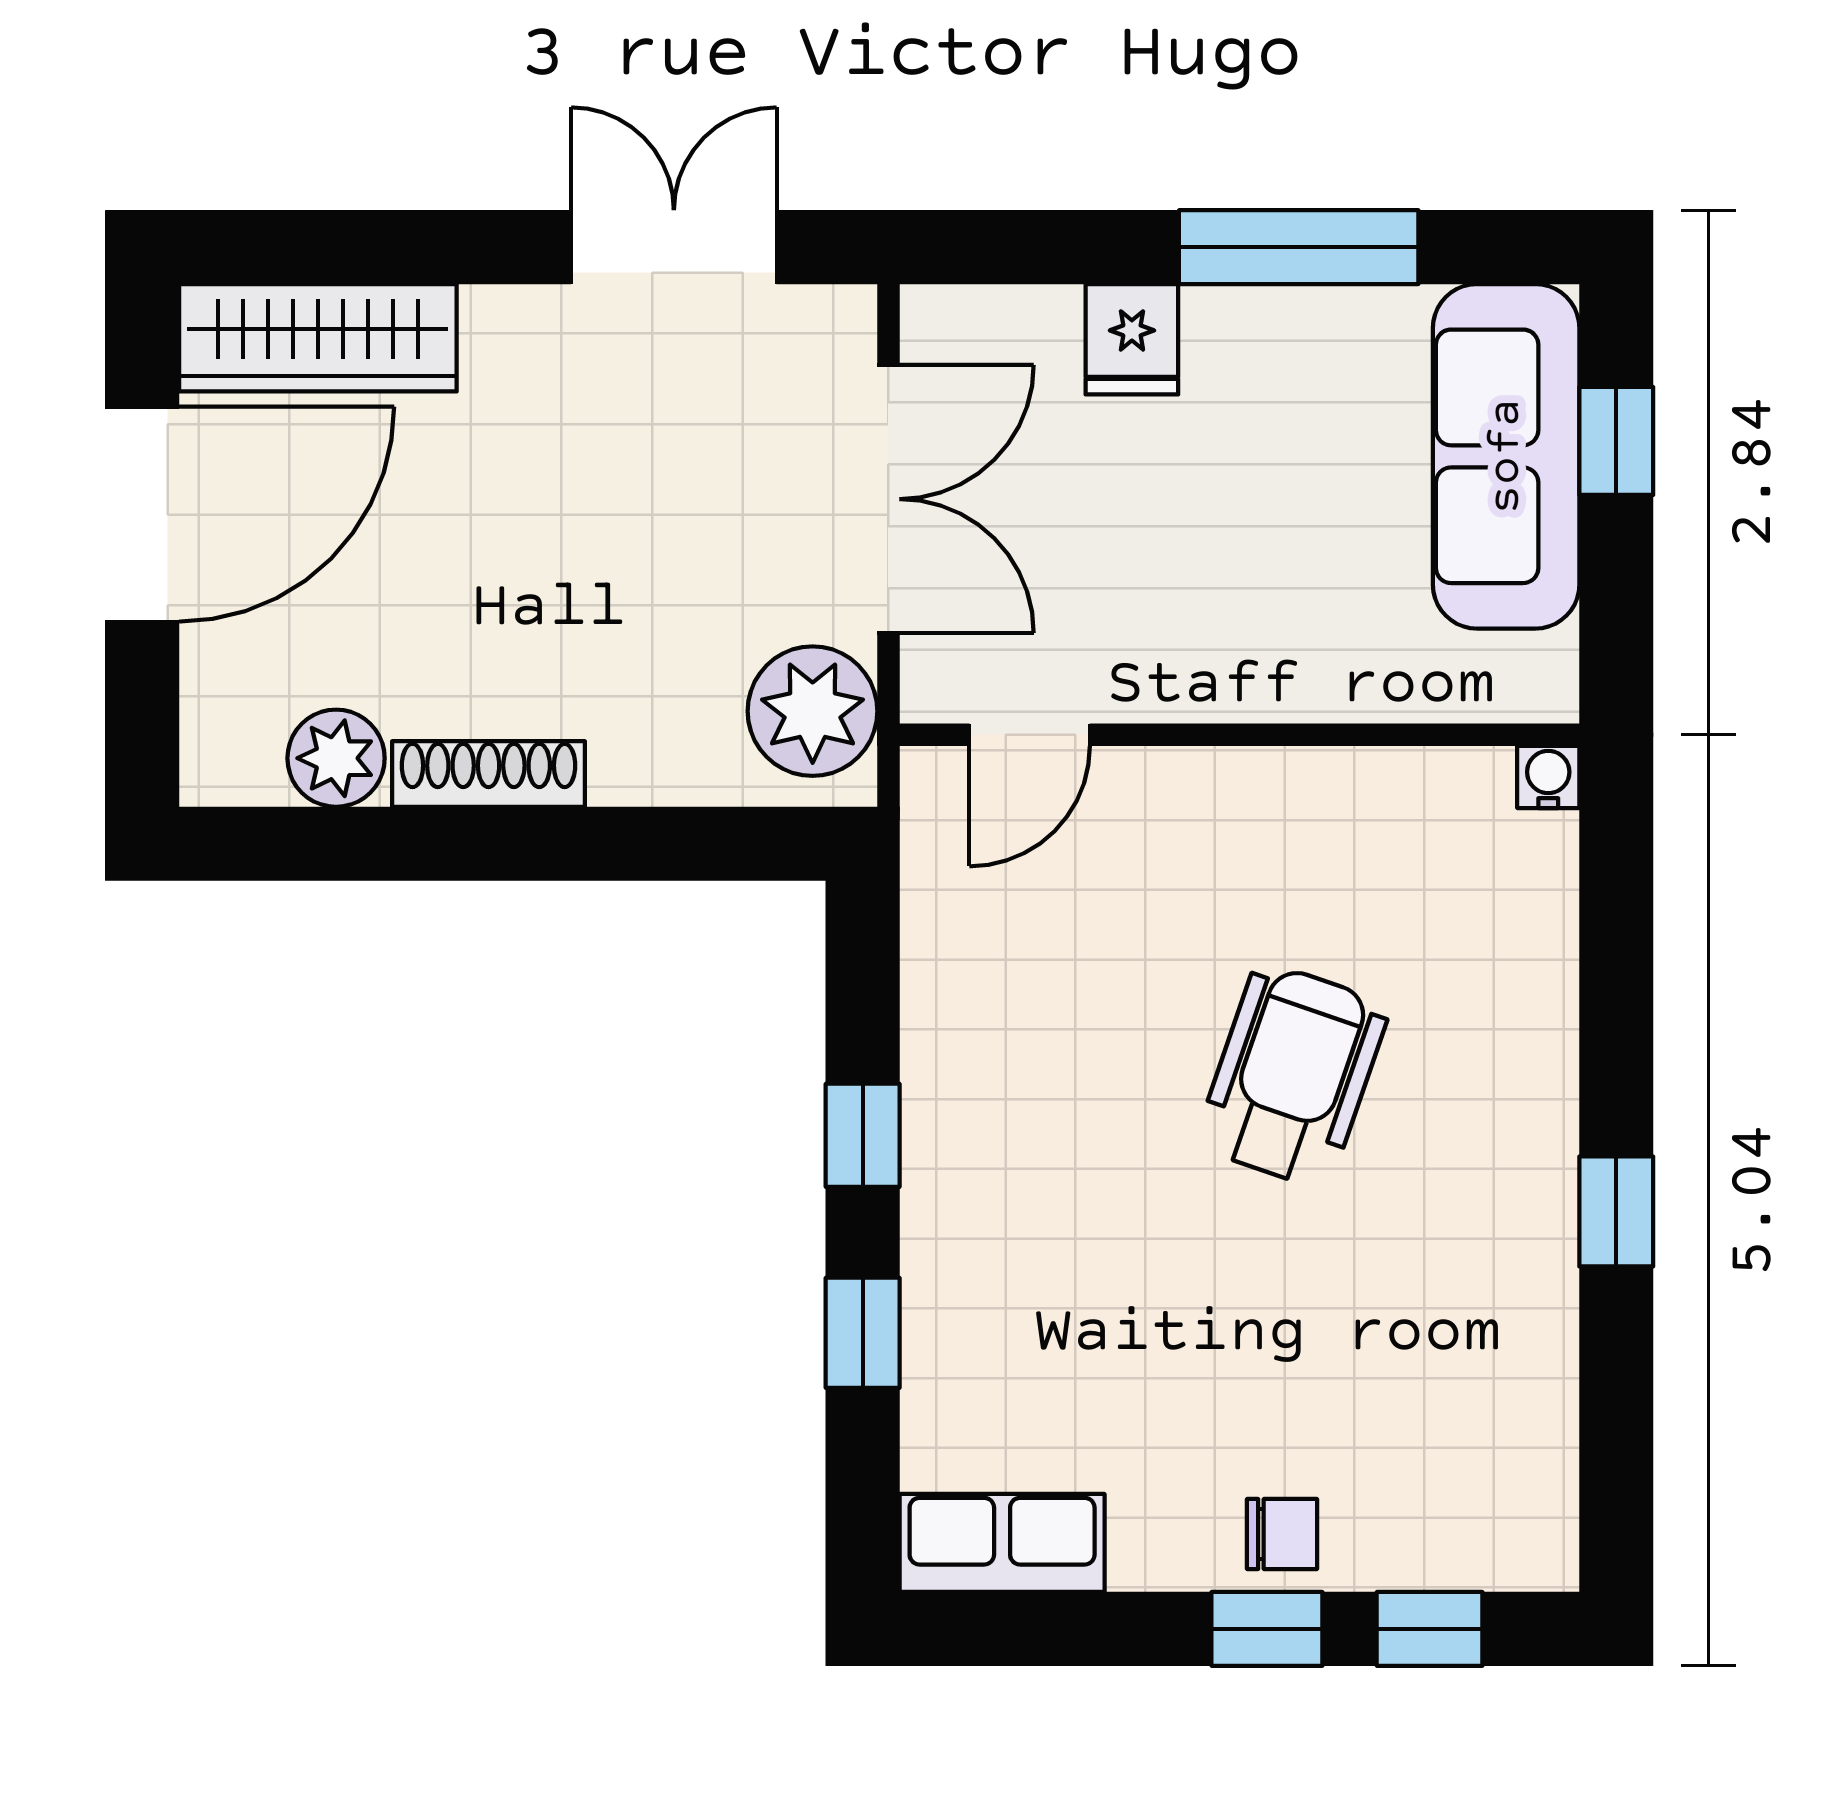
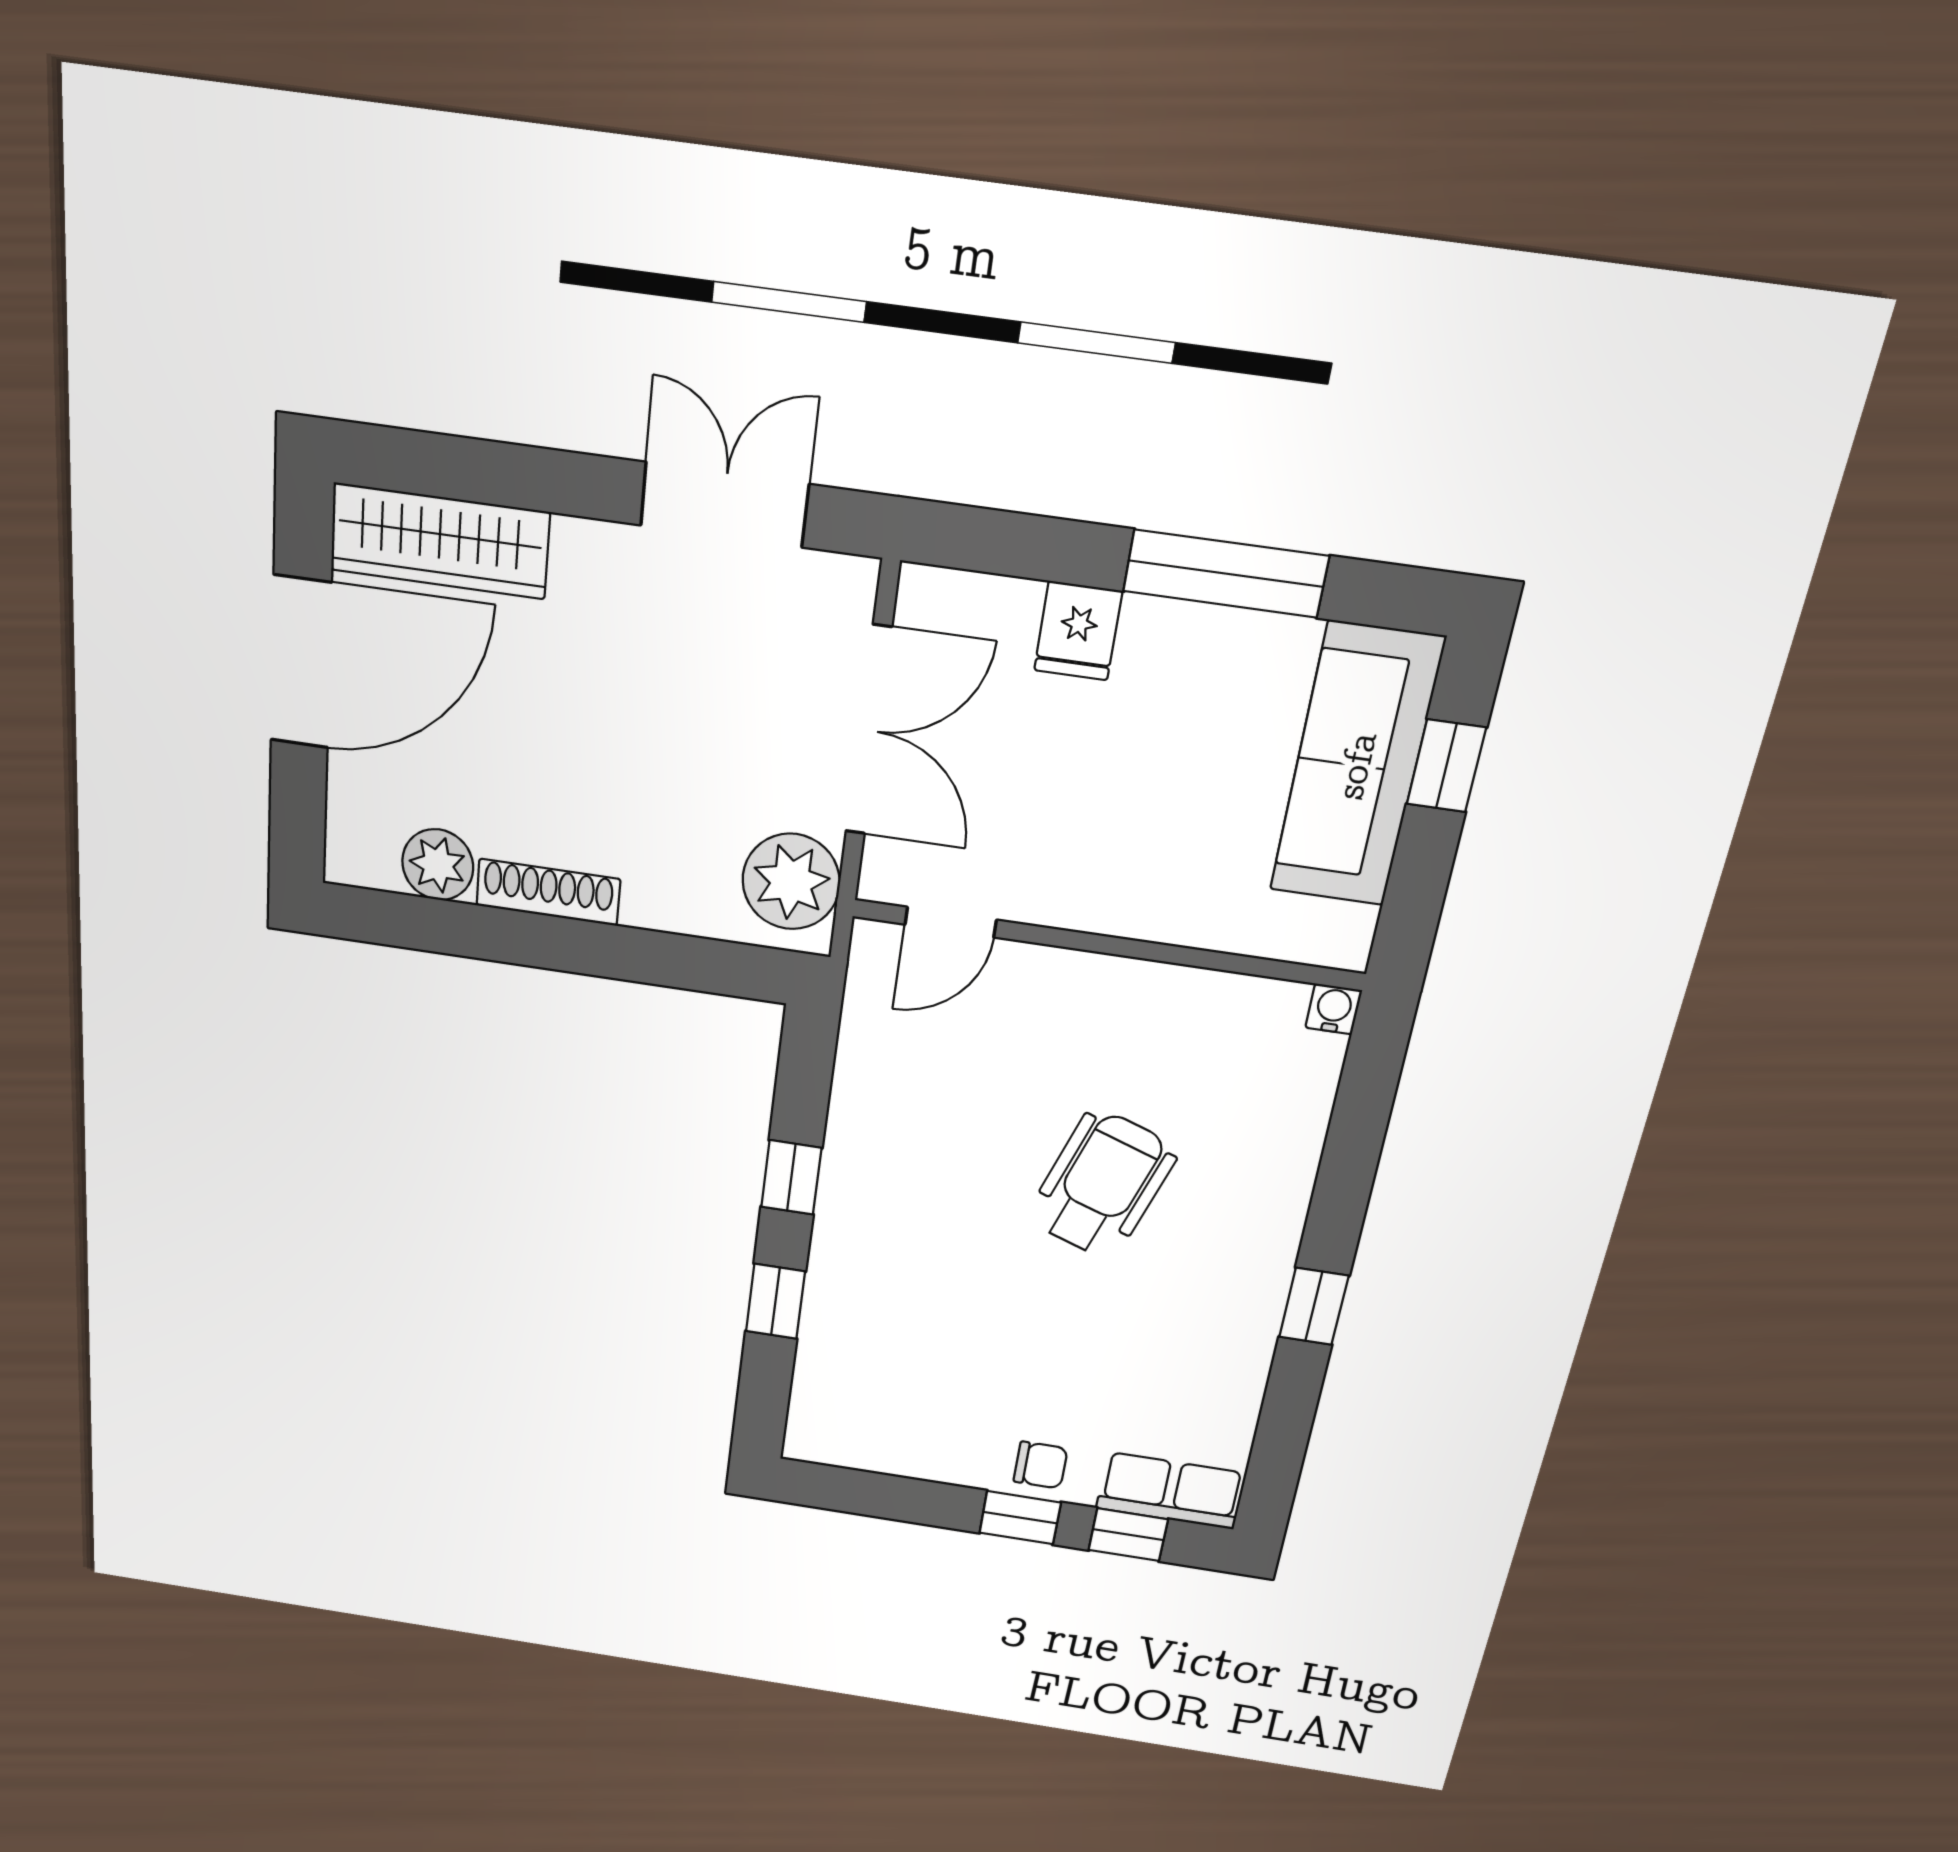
row of seats: (1002, 1543) -> (1171, 1491), moved

